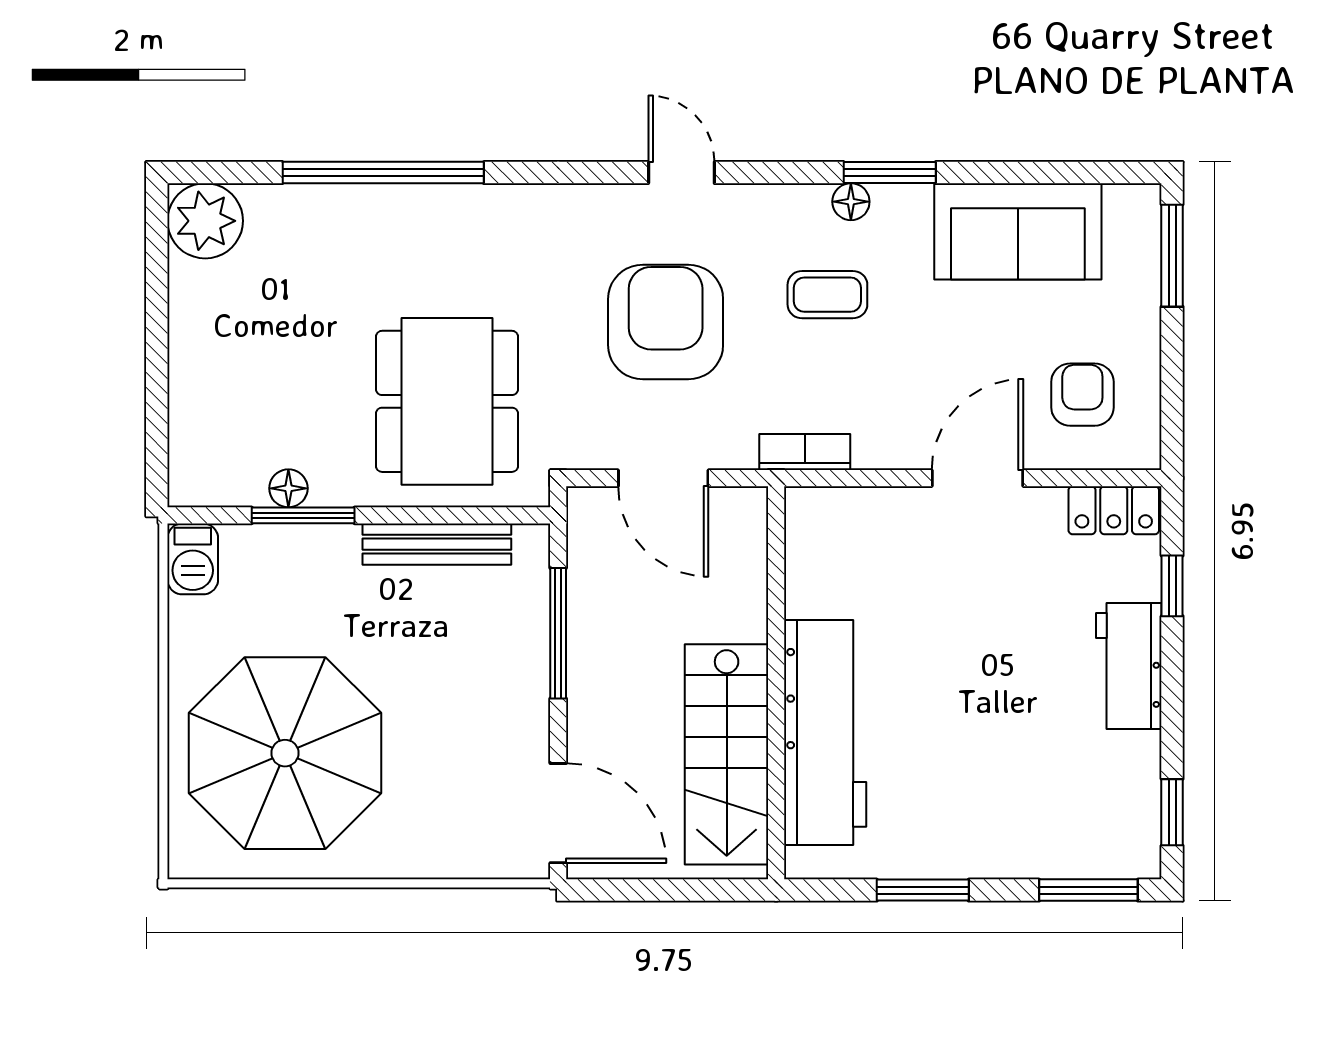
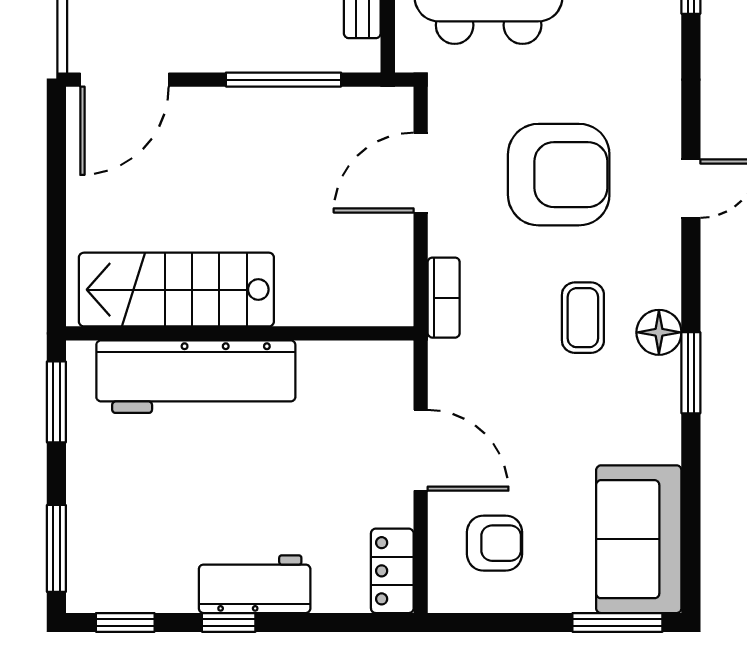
floor lamp: (851, 202) -> (659, 332), width x1.37, depth x1.37
sofa: (1018, 231) -> (639, 539), moved
window: (1172, 586) -> (229, 622), moved
wall: (776, 683) -> (240, 333), moved
workbench: (825, 732) -> (196, 377), moved
stairs: (727, 754) -> (176, 290), moved

